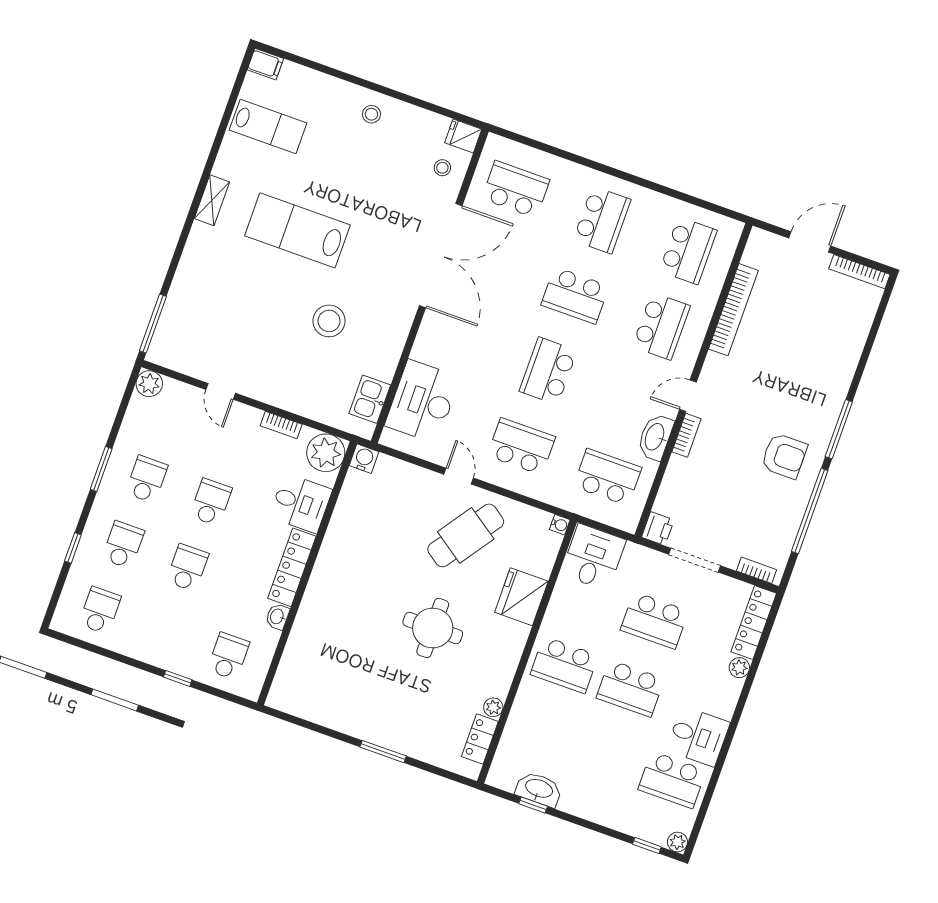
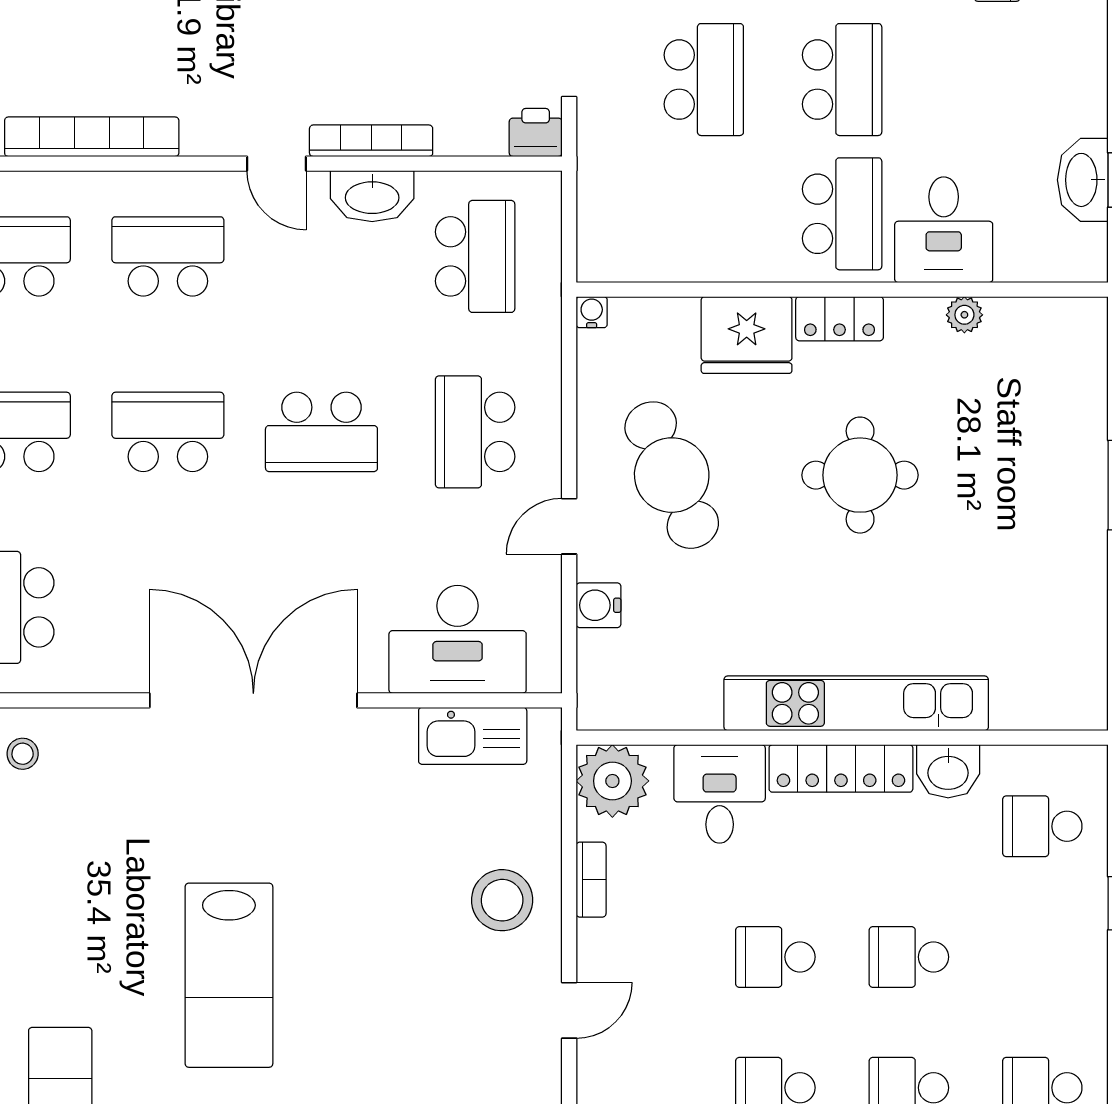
double door: (441, 256) -> (253, 700), moved
school desk: (575, 295) -> (168, 432), turned -90
stool: (329, 321) -> (502, 900), moved
kitchen sink: (370, 399) -> (473, 736), width x1.38
bookcase: (686, 435) -> (371, 141), width x1.56
water cooler: (364, 459) -> (598, 605), moved
school desk: (608, 477) -> (475, 256), turned 180
cafe table: (466, 535) -> (672, 475), turned 32
desk: (593, 557) -> (944, 230), moved, turned -90
kitchen unit: (321, 586) -> (856, 703), added
washbasin: (277, 617) -> (948, 771), width x1.38, depth x1.45
locker: (480, 739) -> (840, 319), moved

